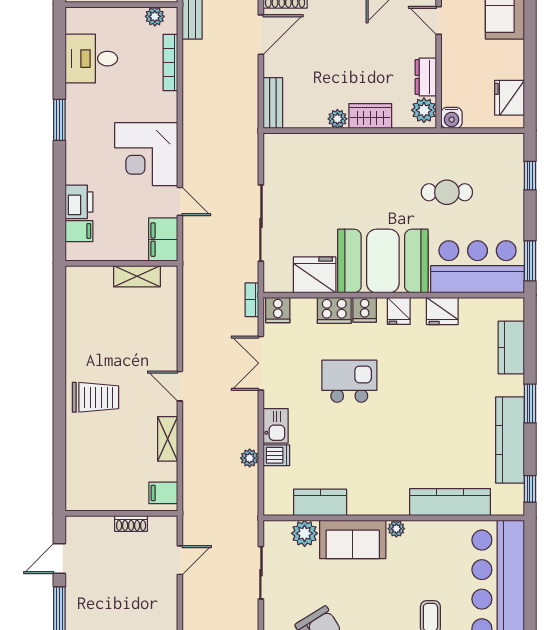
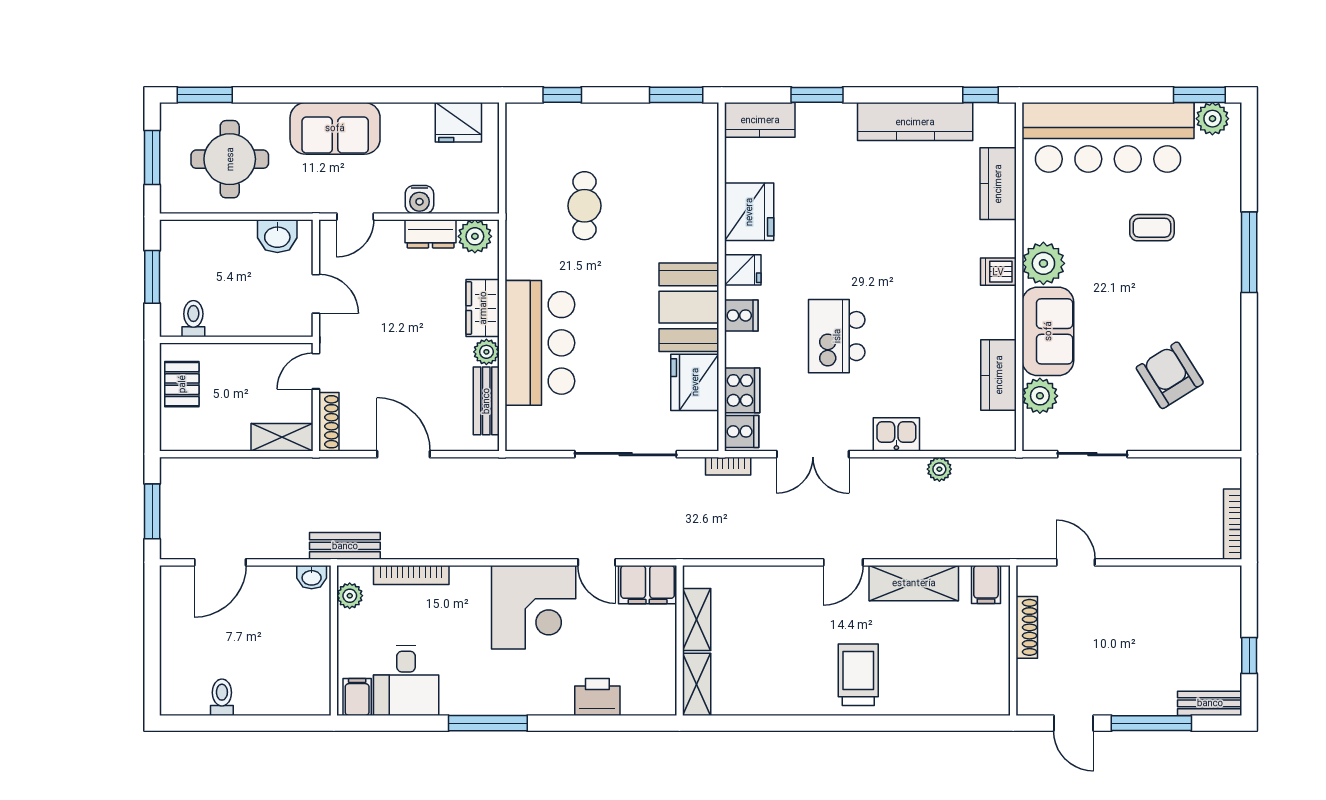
door: (261, 35) -> (404, 454), moved
bench: (273, 103) -> (486, 401), moved, turned 90
water cooler: (452, 118) -> (419, 199), moved, turned 90
window: (59, 120) -> (488, 723), width x1.44
door: (180, 201) -> (597, 562), swing flipped
filing cabinet: (79, 231) -> (357, 697), moved
booth: (383, 261) -> (689, 307), width x0.73, depth x0.70
bar counter: (478, 267) -> (540, 343), moved, turned 180
shelving: (88, 276) -> (697, 684), added
cooker: (334, 310) -> (742, 390), moved
fridge: (442, 311) -> (749, 212), width x1.36, depth x1.34
kitchen counter: (511, 348) -> (760, 120), moved
window: (530, 404) -> (817, 95), moved
shelving: (168, 439) -> (914, 583), width x1.50, depth x1.33
dishwasher: (276, 455) -> (998, 272), moved, turned -90
kitchen counter: (450, 502) -> (998, 184), width x0.67
shoe rack: (131, 524) -> (1027, 627), width x1.43
plant: (396, 529) -> (1043, 263), width x1.87, depth x1.87

